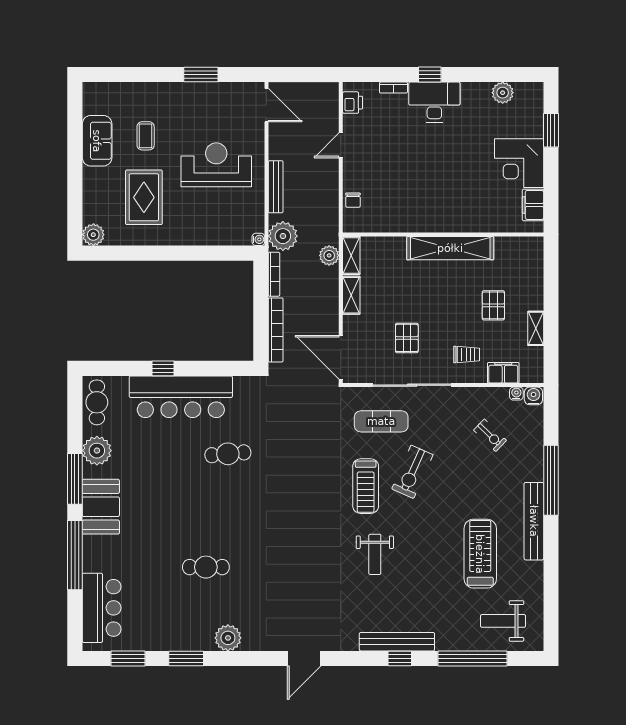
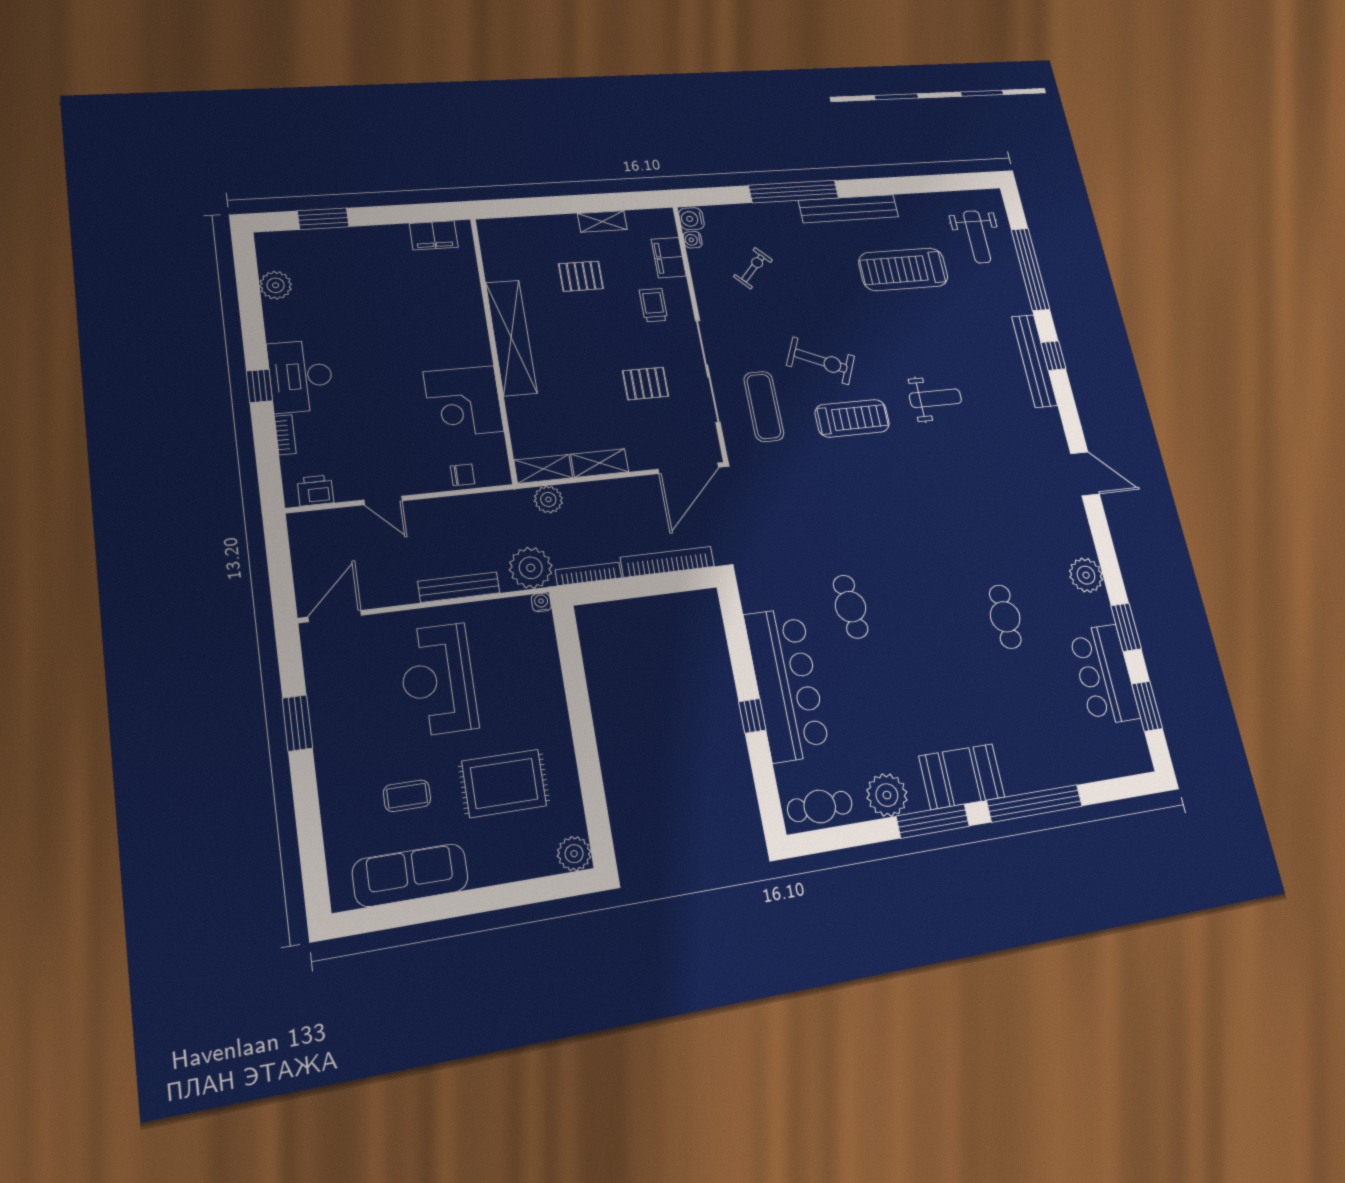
sofa: (97, 141) -> (410, 875), width x1.36
corner desk: (519, 163) -> (463, 402), moved, turned 90
bar counter: (102, 608) -> (1104, 675), moved, turned -90

